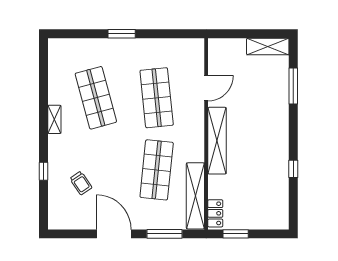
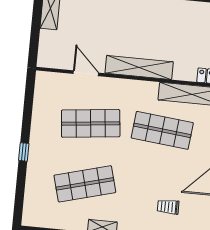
window: (122, 34) -> (24, 152), width x0.67
trolley: (81, 183) -> (168, 207), turned -146

